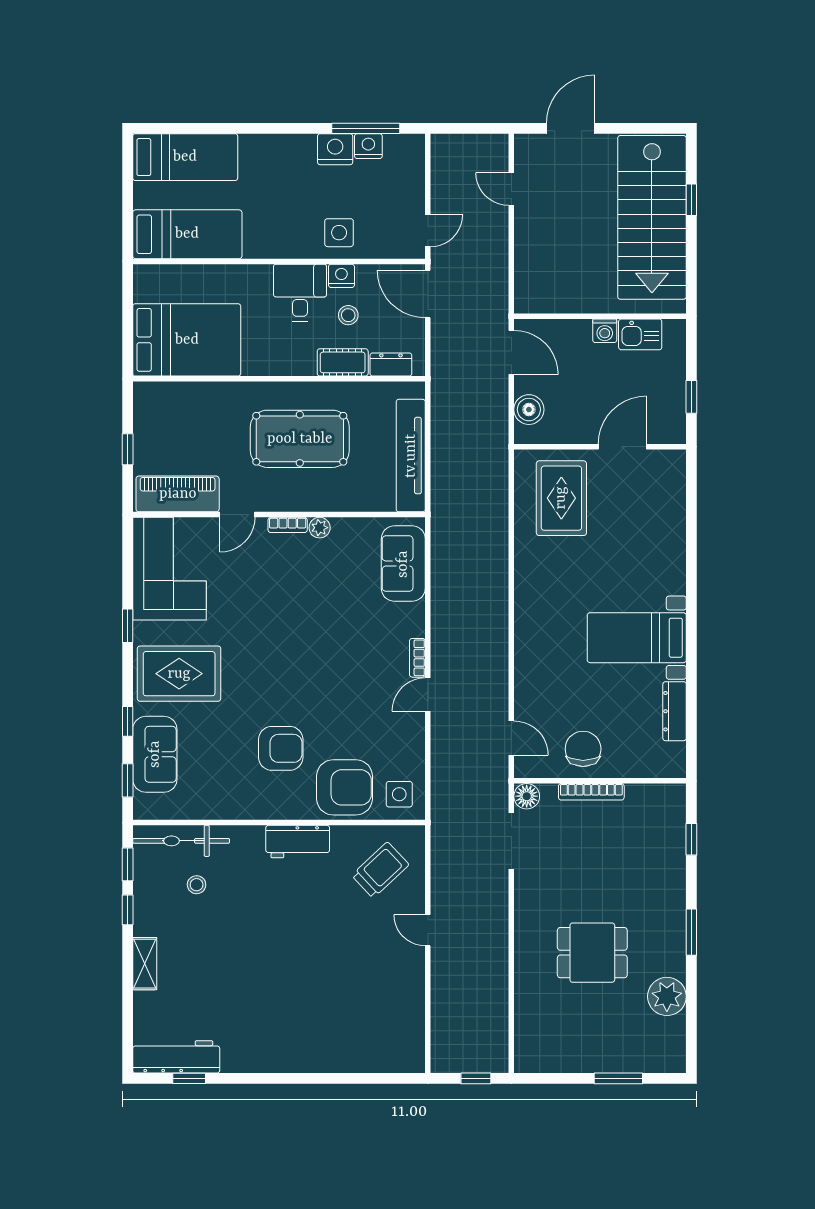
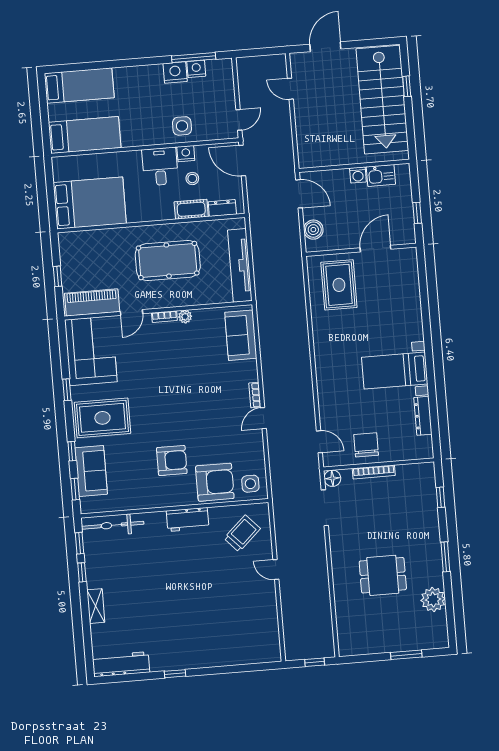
stool: (197, 885) -> (125, 553), removed
window: (189, 1078) -> (175, 674), moved

